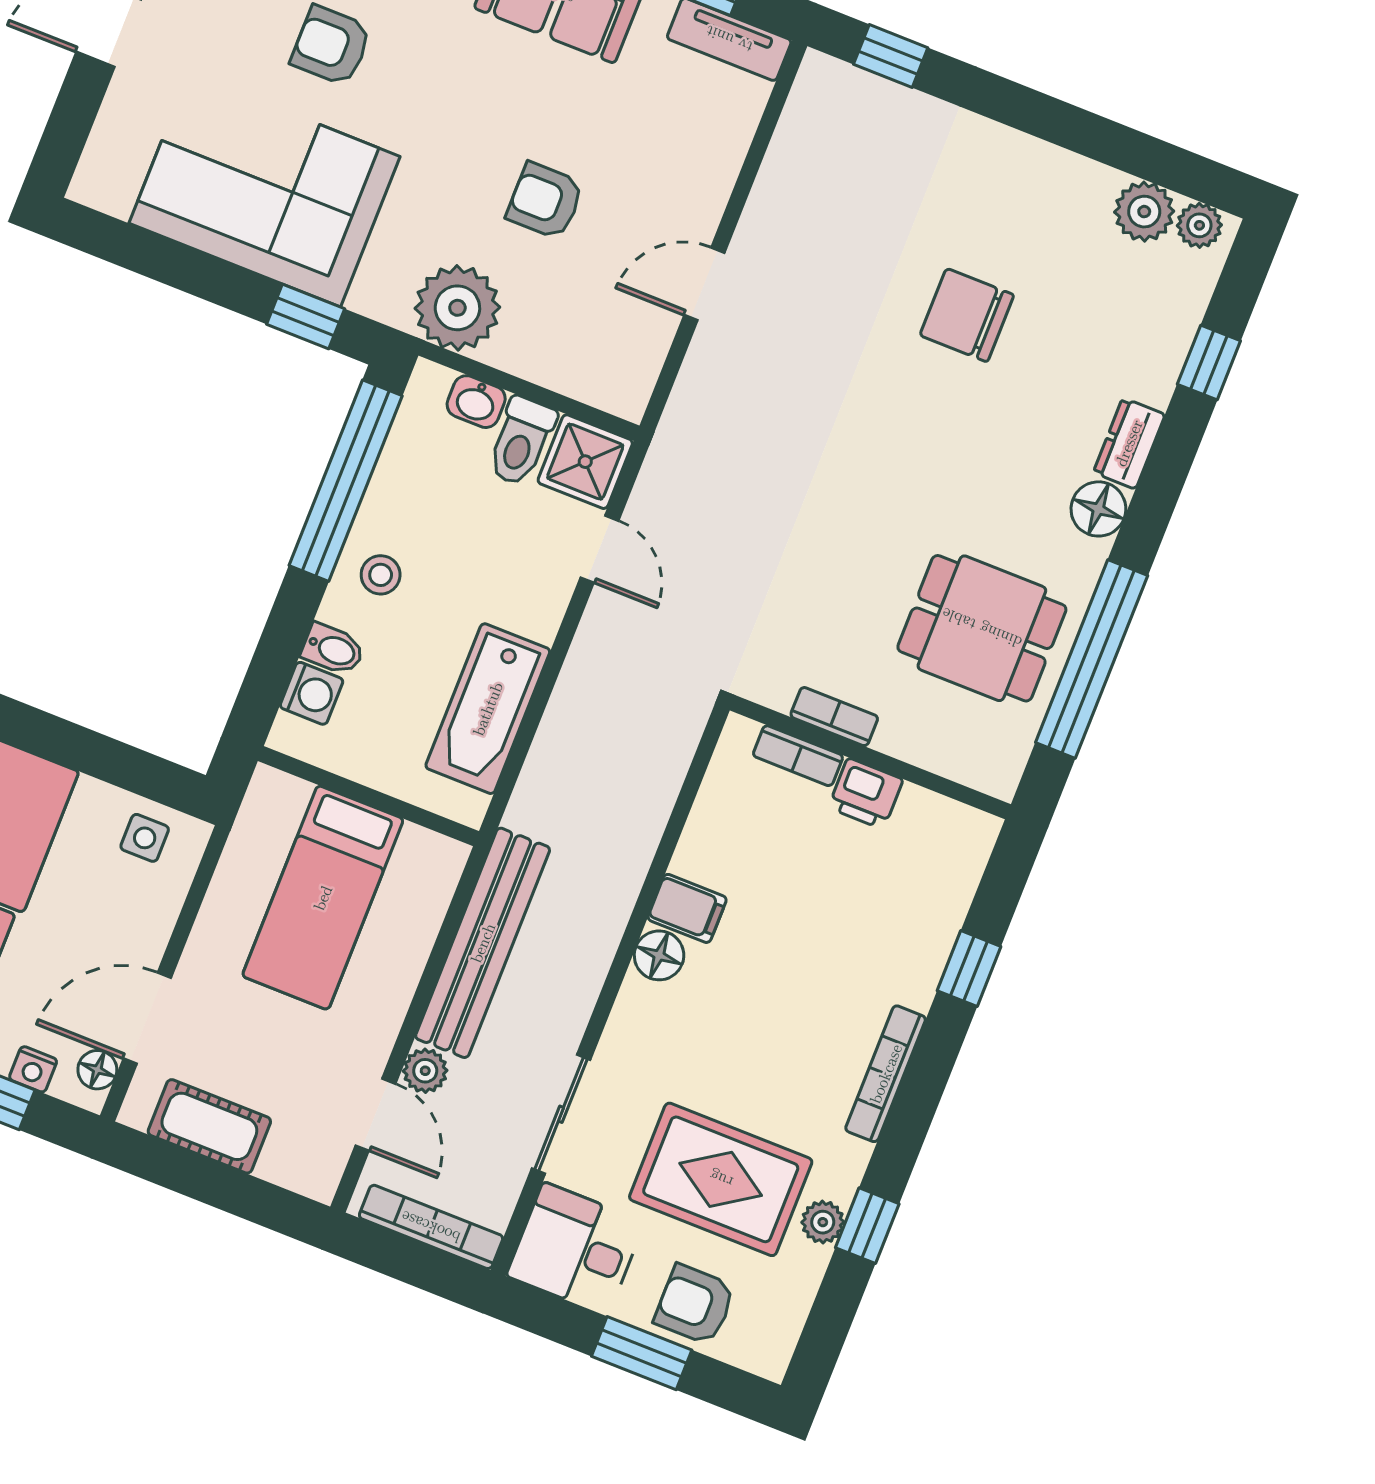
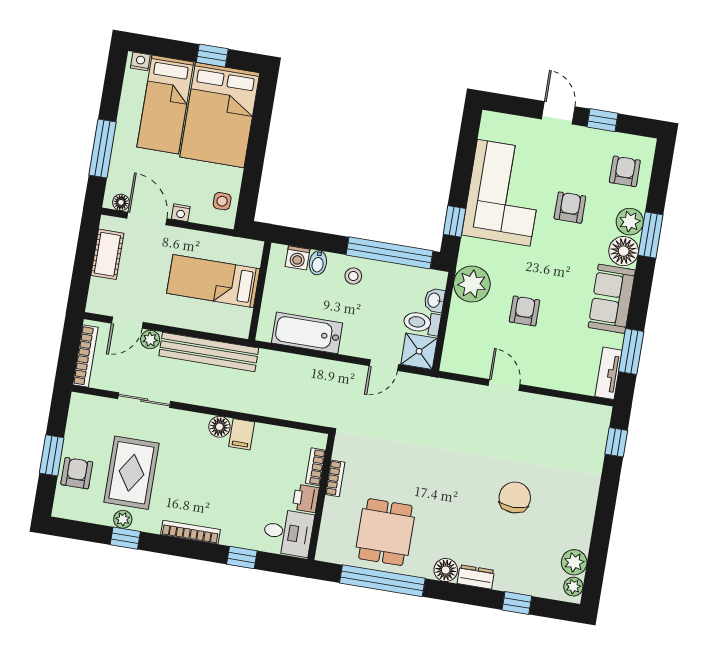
nightstand: (33, 1069) -> (181, 213), moved, turned -90
desk: (576, 1249) -> (288, 533), moved, turned 90

